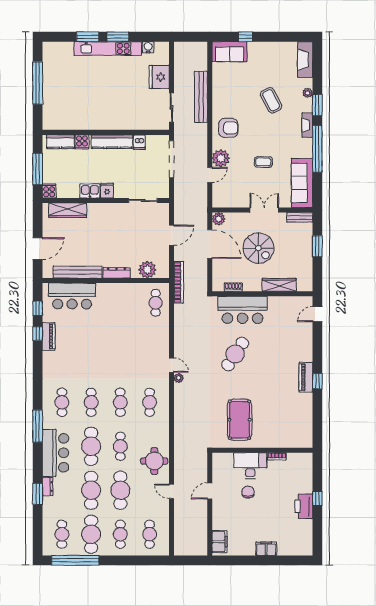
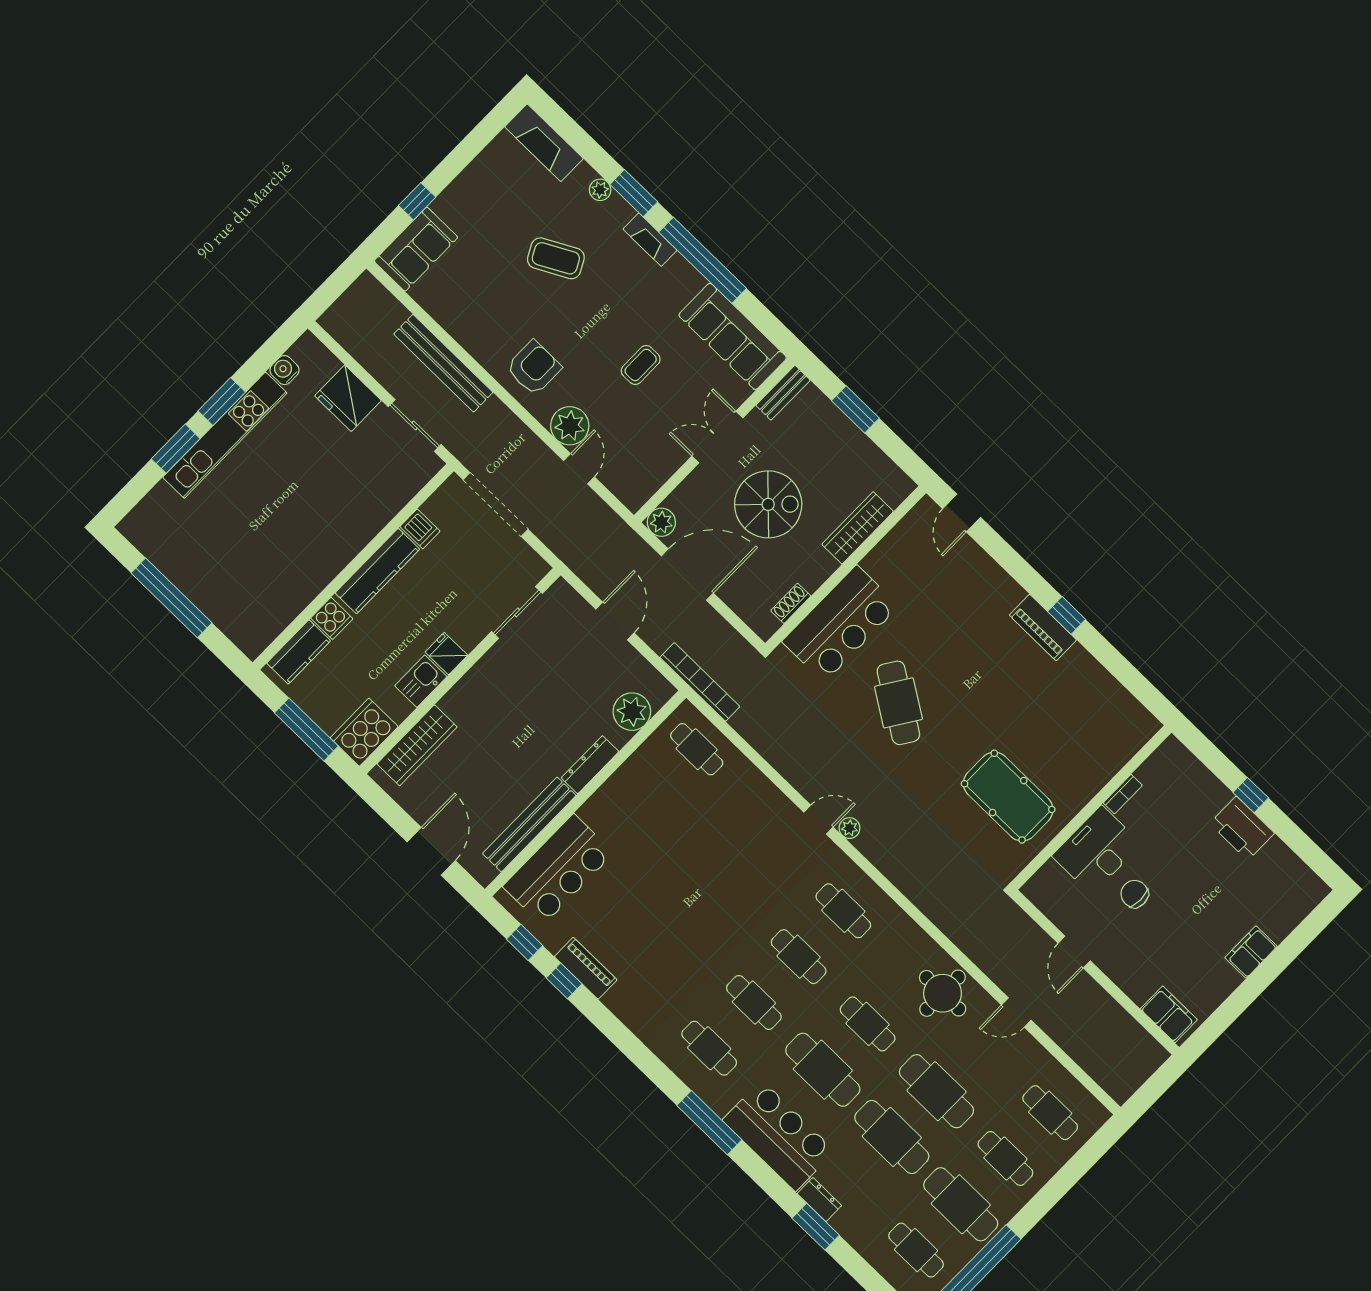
cooker: (49, 191) -> (364, 732), width x1.87, depth x1.31

